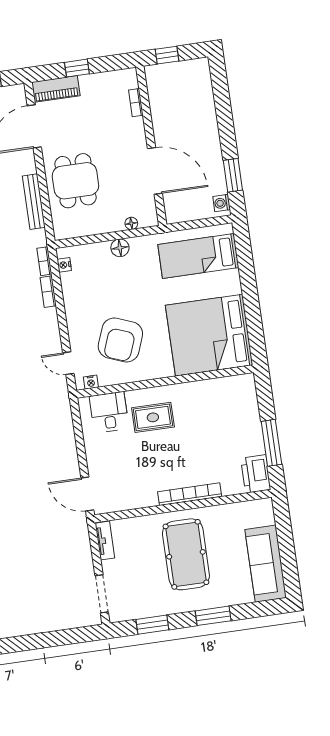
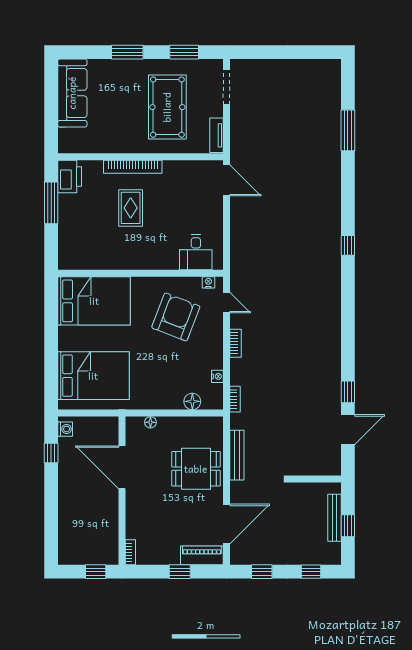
bookcase: (136, 103) -> (130, 552), moved
window: (233, 175) -> (51, 453), width x0.67
dining table: (75, 181) -> (196, 469), turned 90
floor lamp: (120, 248) -> (192, 401), moved
bed: (198, 256) -> (93, 376), width x1.50
nightstand: (64, 265) -> (217, 376), moved
bookcase: (48, 292) -> (236, 343), moved
bed: (209, 335) -> (94, 301), width x0.73
rug: (153, 417) -> (131, 208), moved, turned 90
pool table: (186, 554) -> (167, 107), moved

